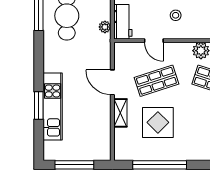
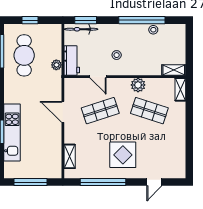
shelving: (120, 113) -> (70, 156), moved
display table: (158, 122) -> (123, 155), moved

